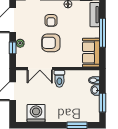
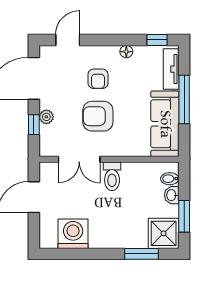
sofa: (91, 53) -> (165, 124), width x1.36
shower: (90, 113) -> (164, 233), added

